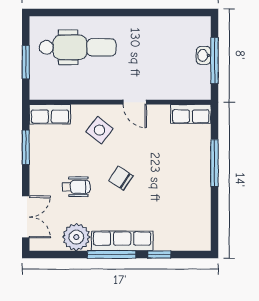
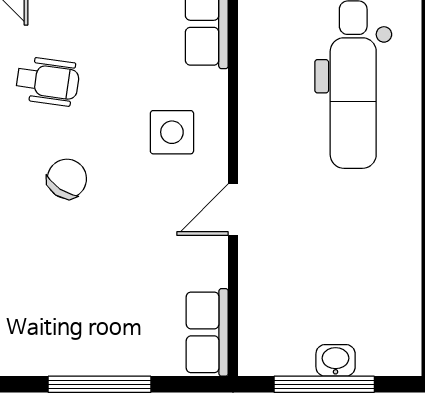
side table: (99, 130) -> (172, 132), turned -38
wheelchair: (76, 187) -> (48, 81), turned -82

